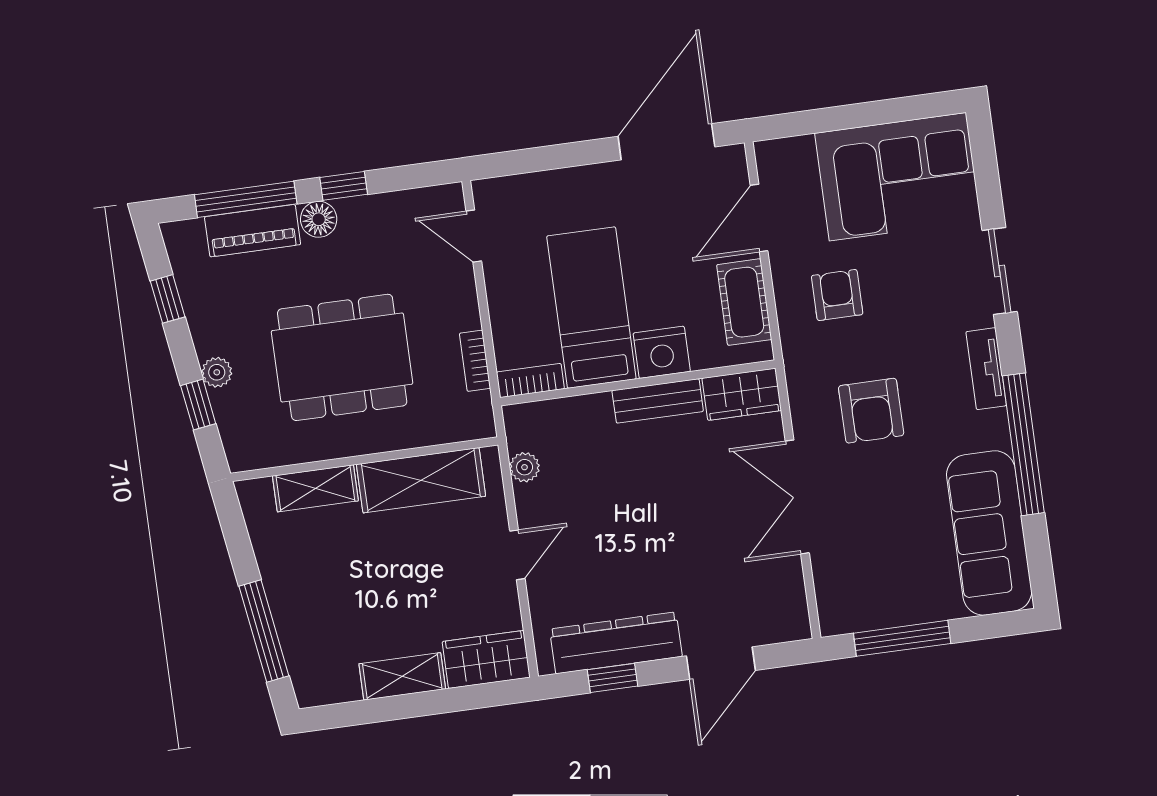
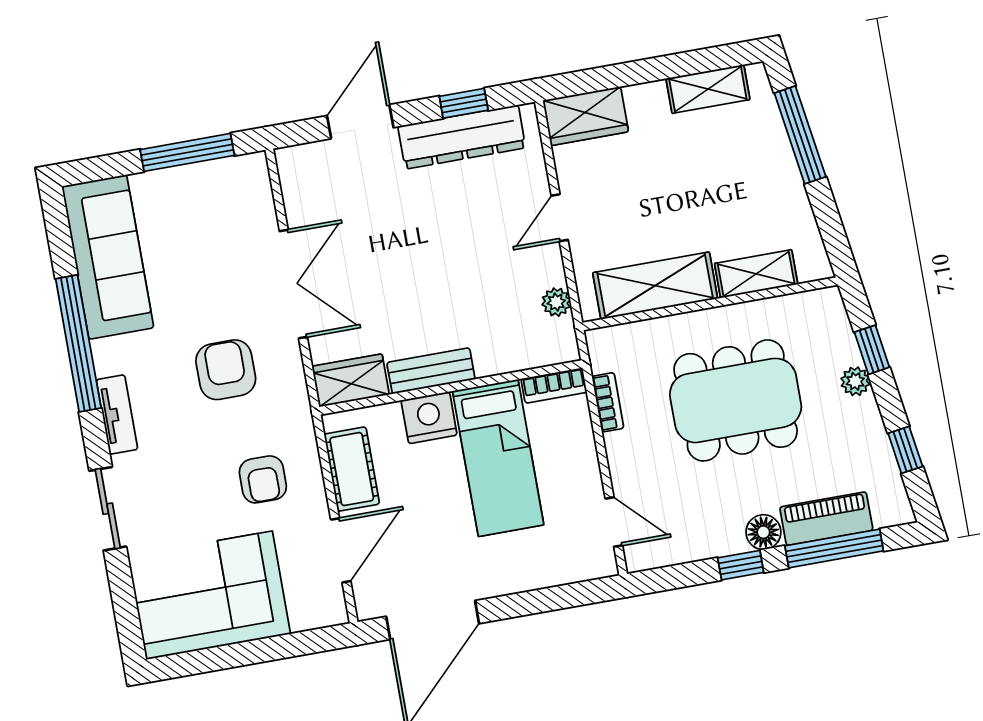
shelving: (402, 676) -> (708, 89), moved

